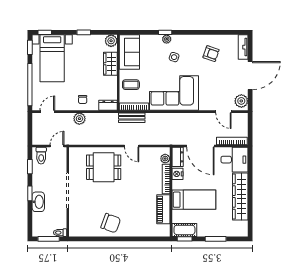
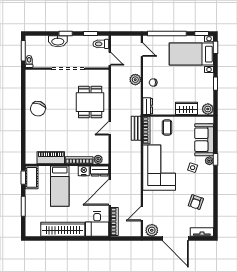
sofa: (129, 52) -> (204, 140), moved, turned 90

